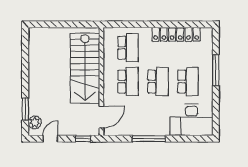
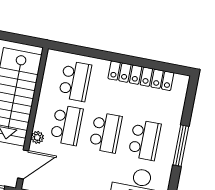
window: (216, 70) -> (181, 146), moved
plant: (108, 95) -> (37, 137), added

